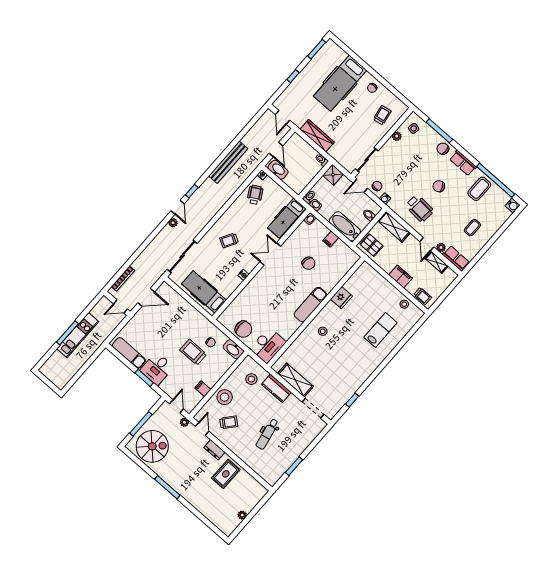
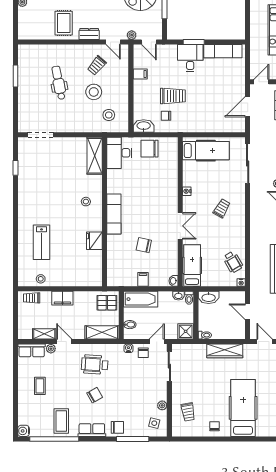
washbasin: (278, 170) -> (209, 297), moved
shelving: (295, 380) -> (95, 156), moved, turned 90
kitchen counter: (276, 388) -> (83, 125), removed
stool: (225, 397) -> (94, 92), moved

